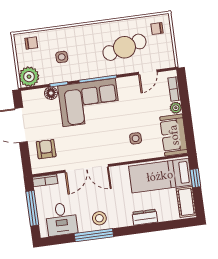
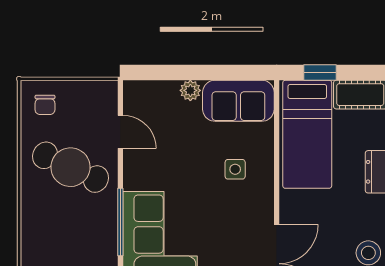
cafe table: (124, 47) -> (70, 167), turned -51
bookcase: (174, 89) -> (157, 89), removed

